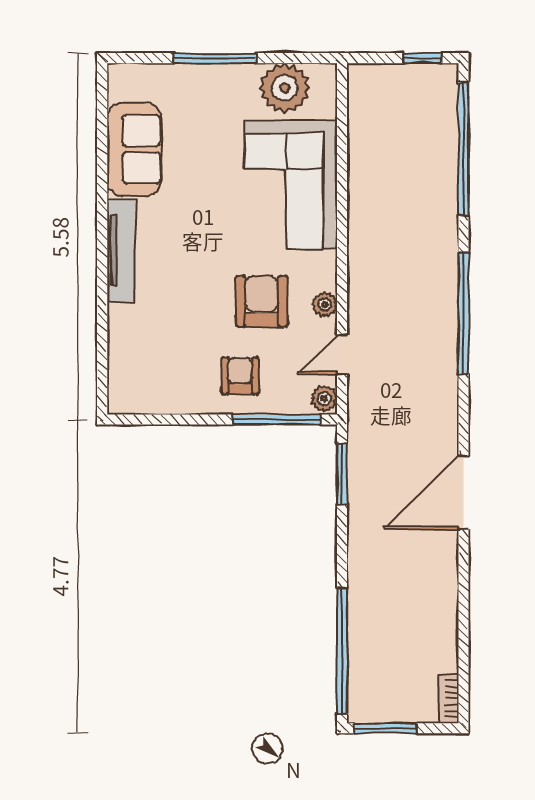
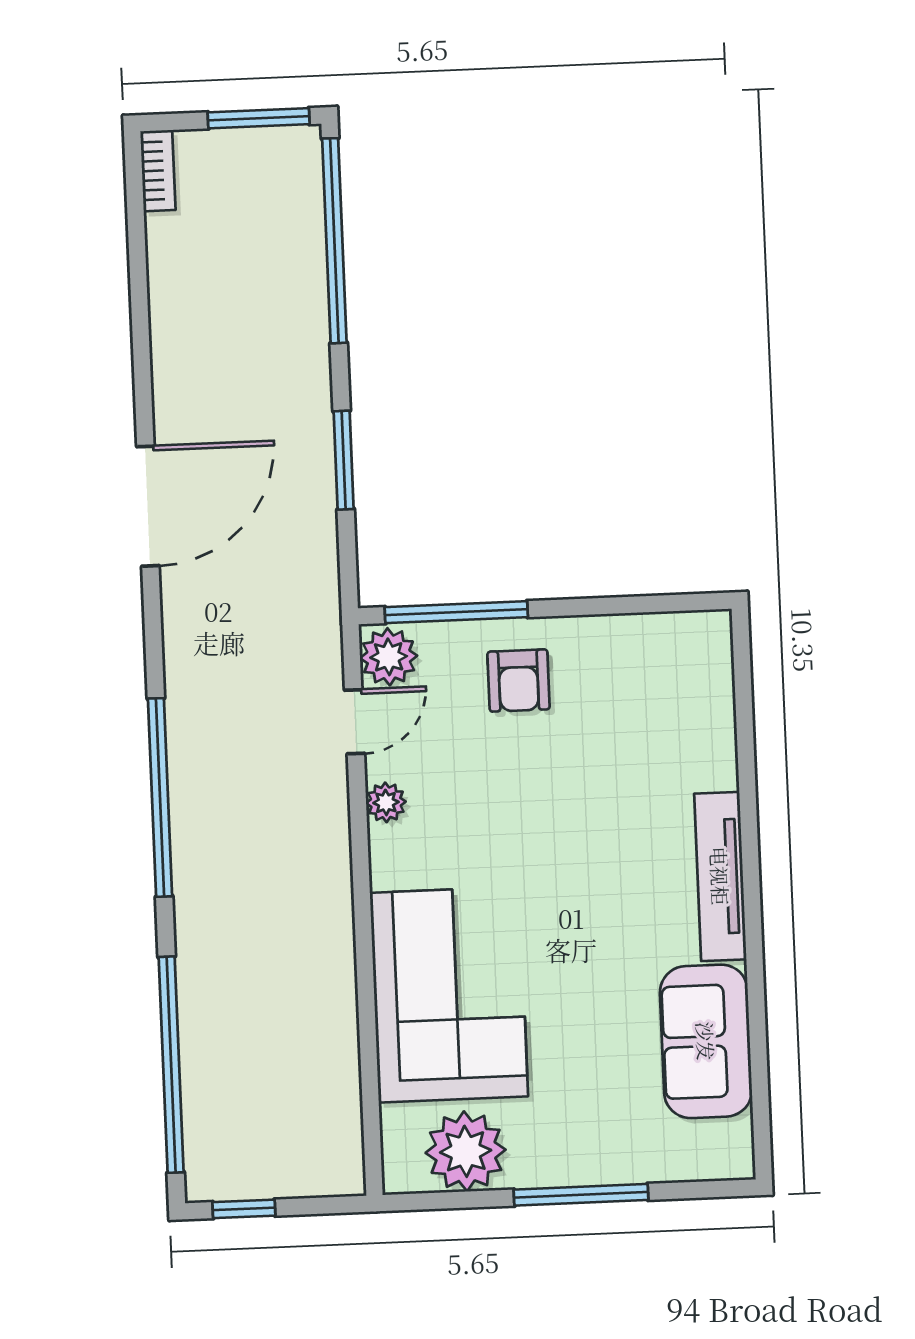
armchair: (262, 301) -> (489, 803), removed
plant: (324, 399) -> (389, 657), width x1.38, depth x1.38
window: (342, 474) -> (344, 460), moved

